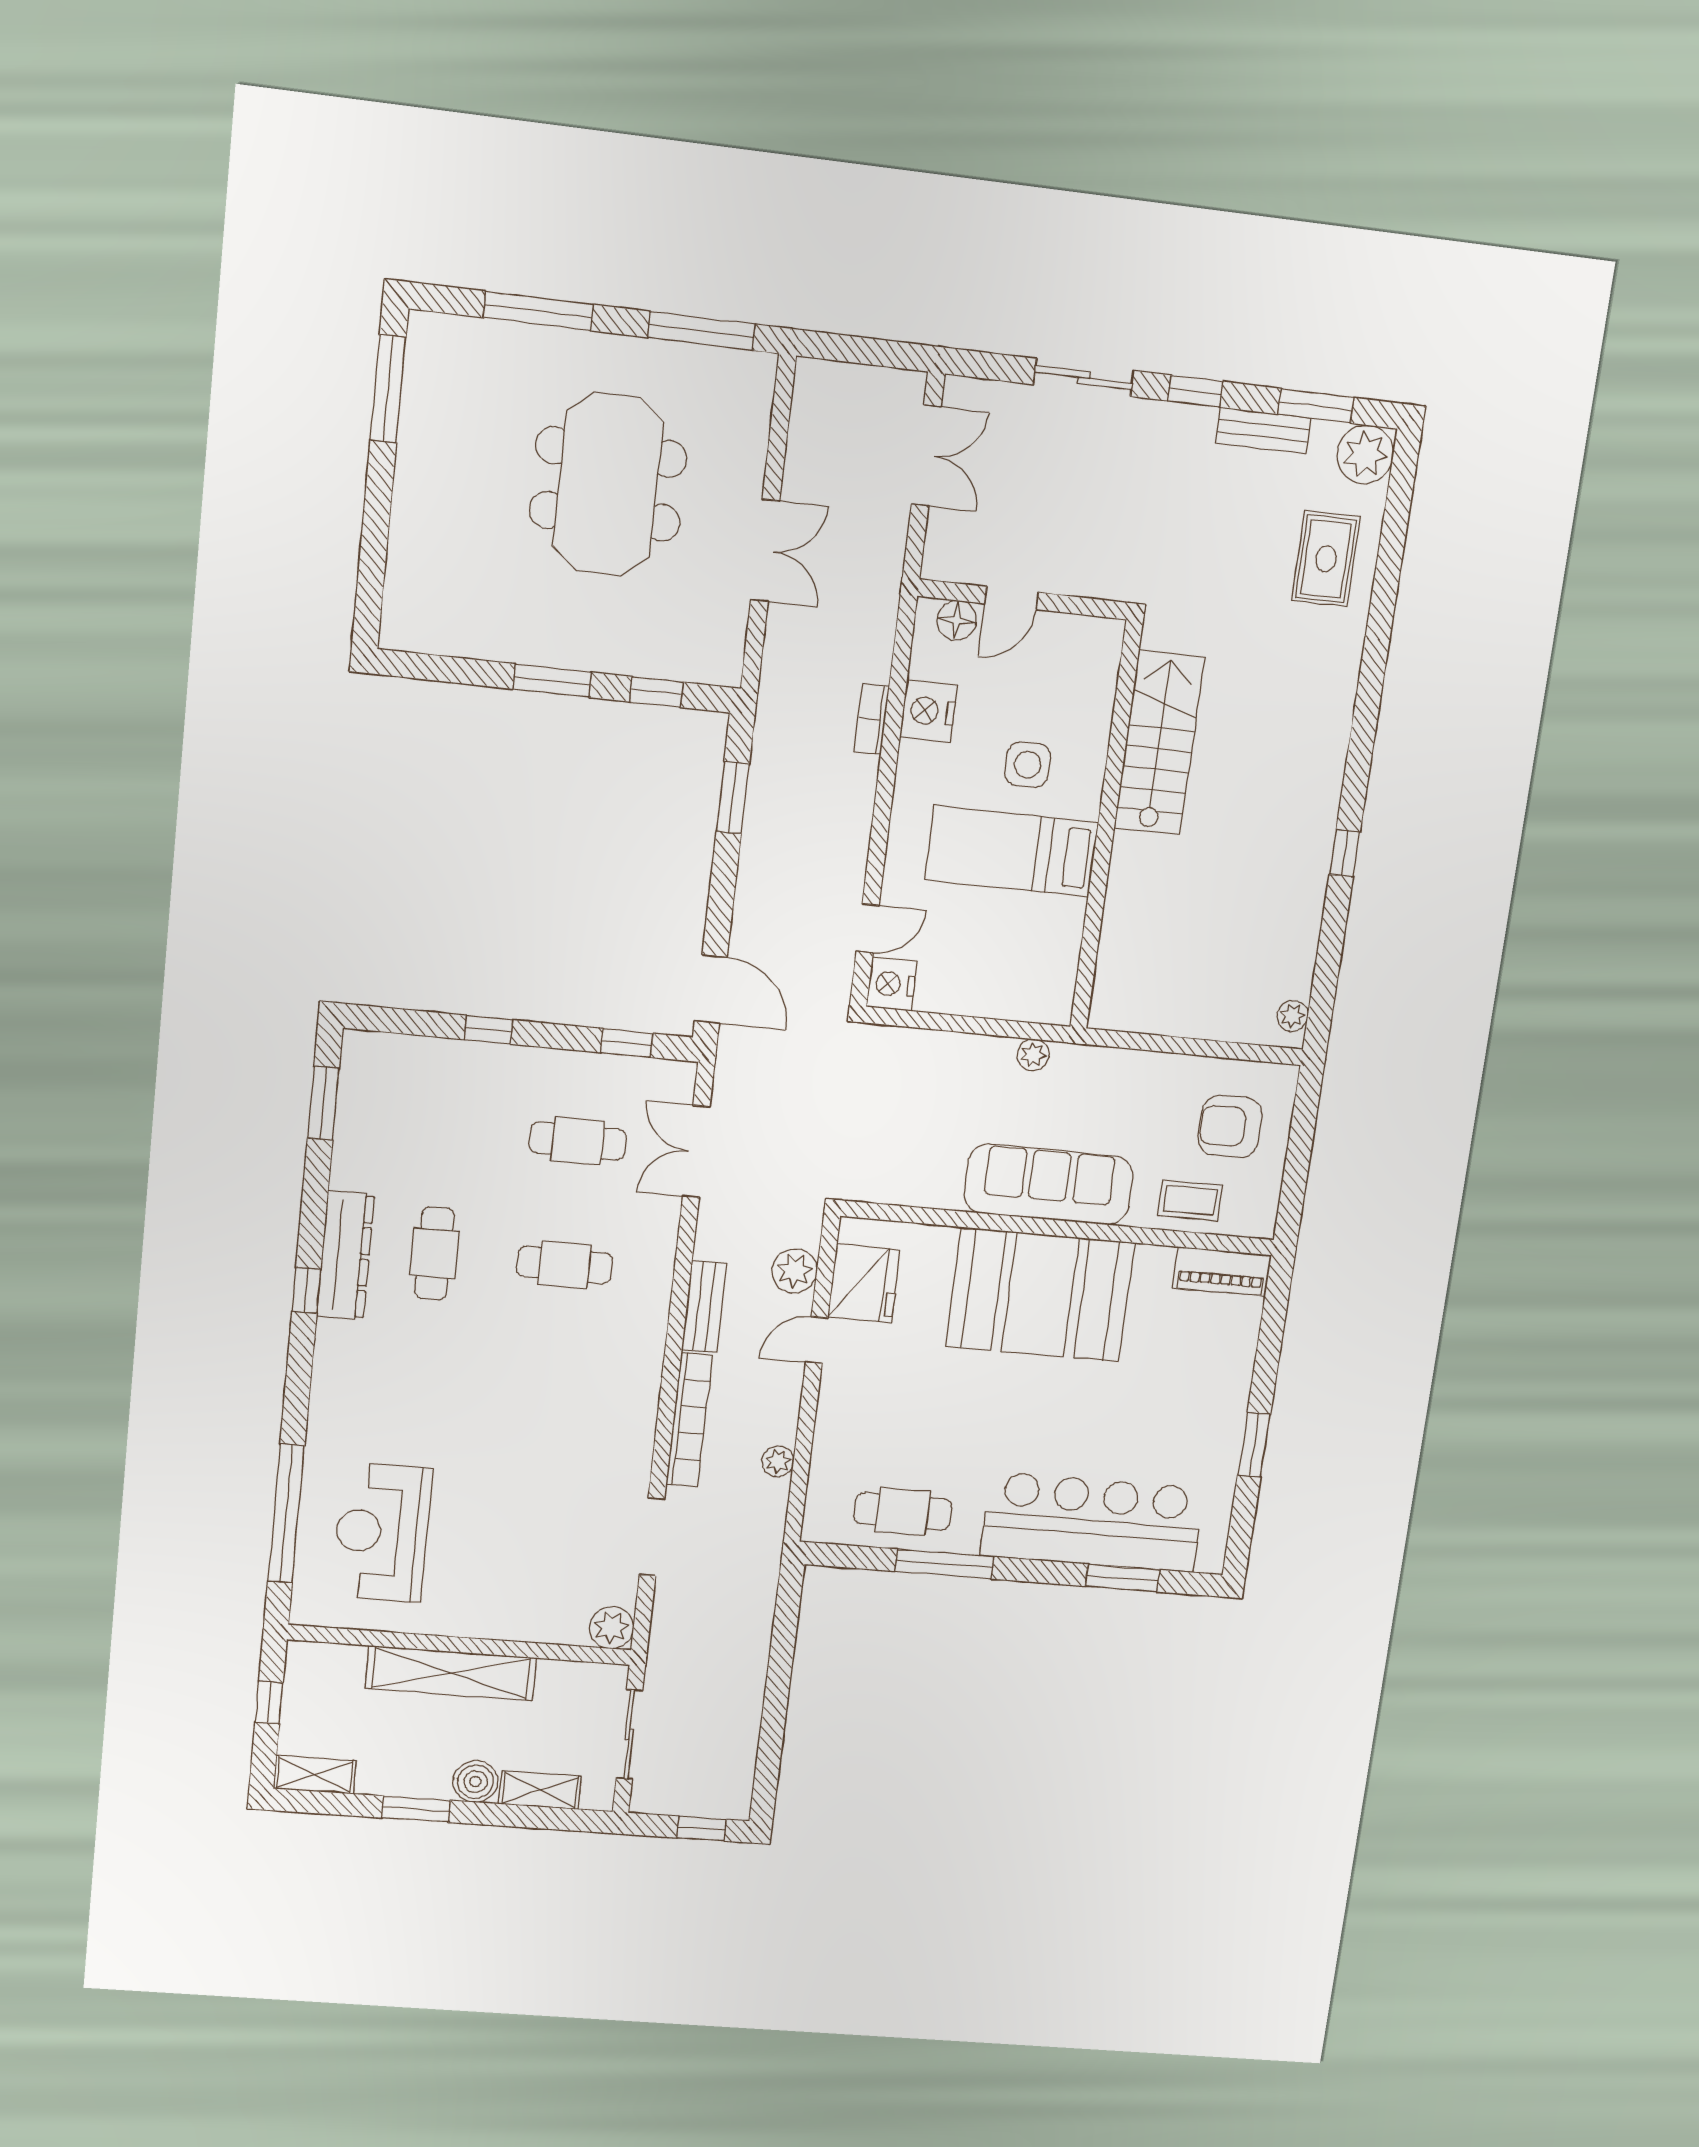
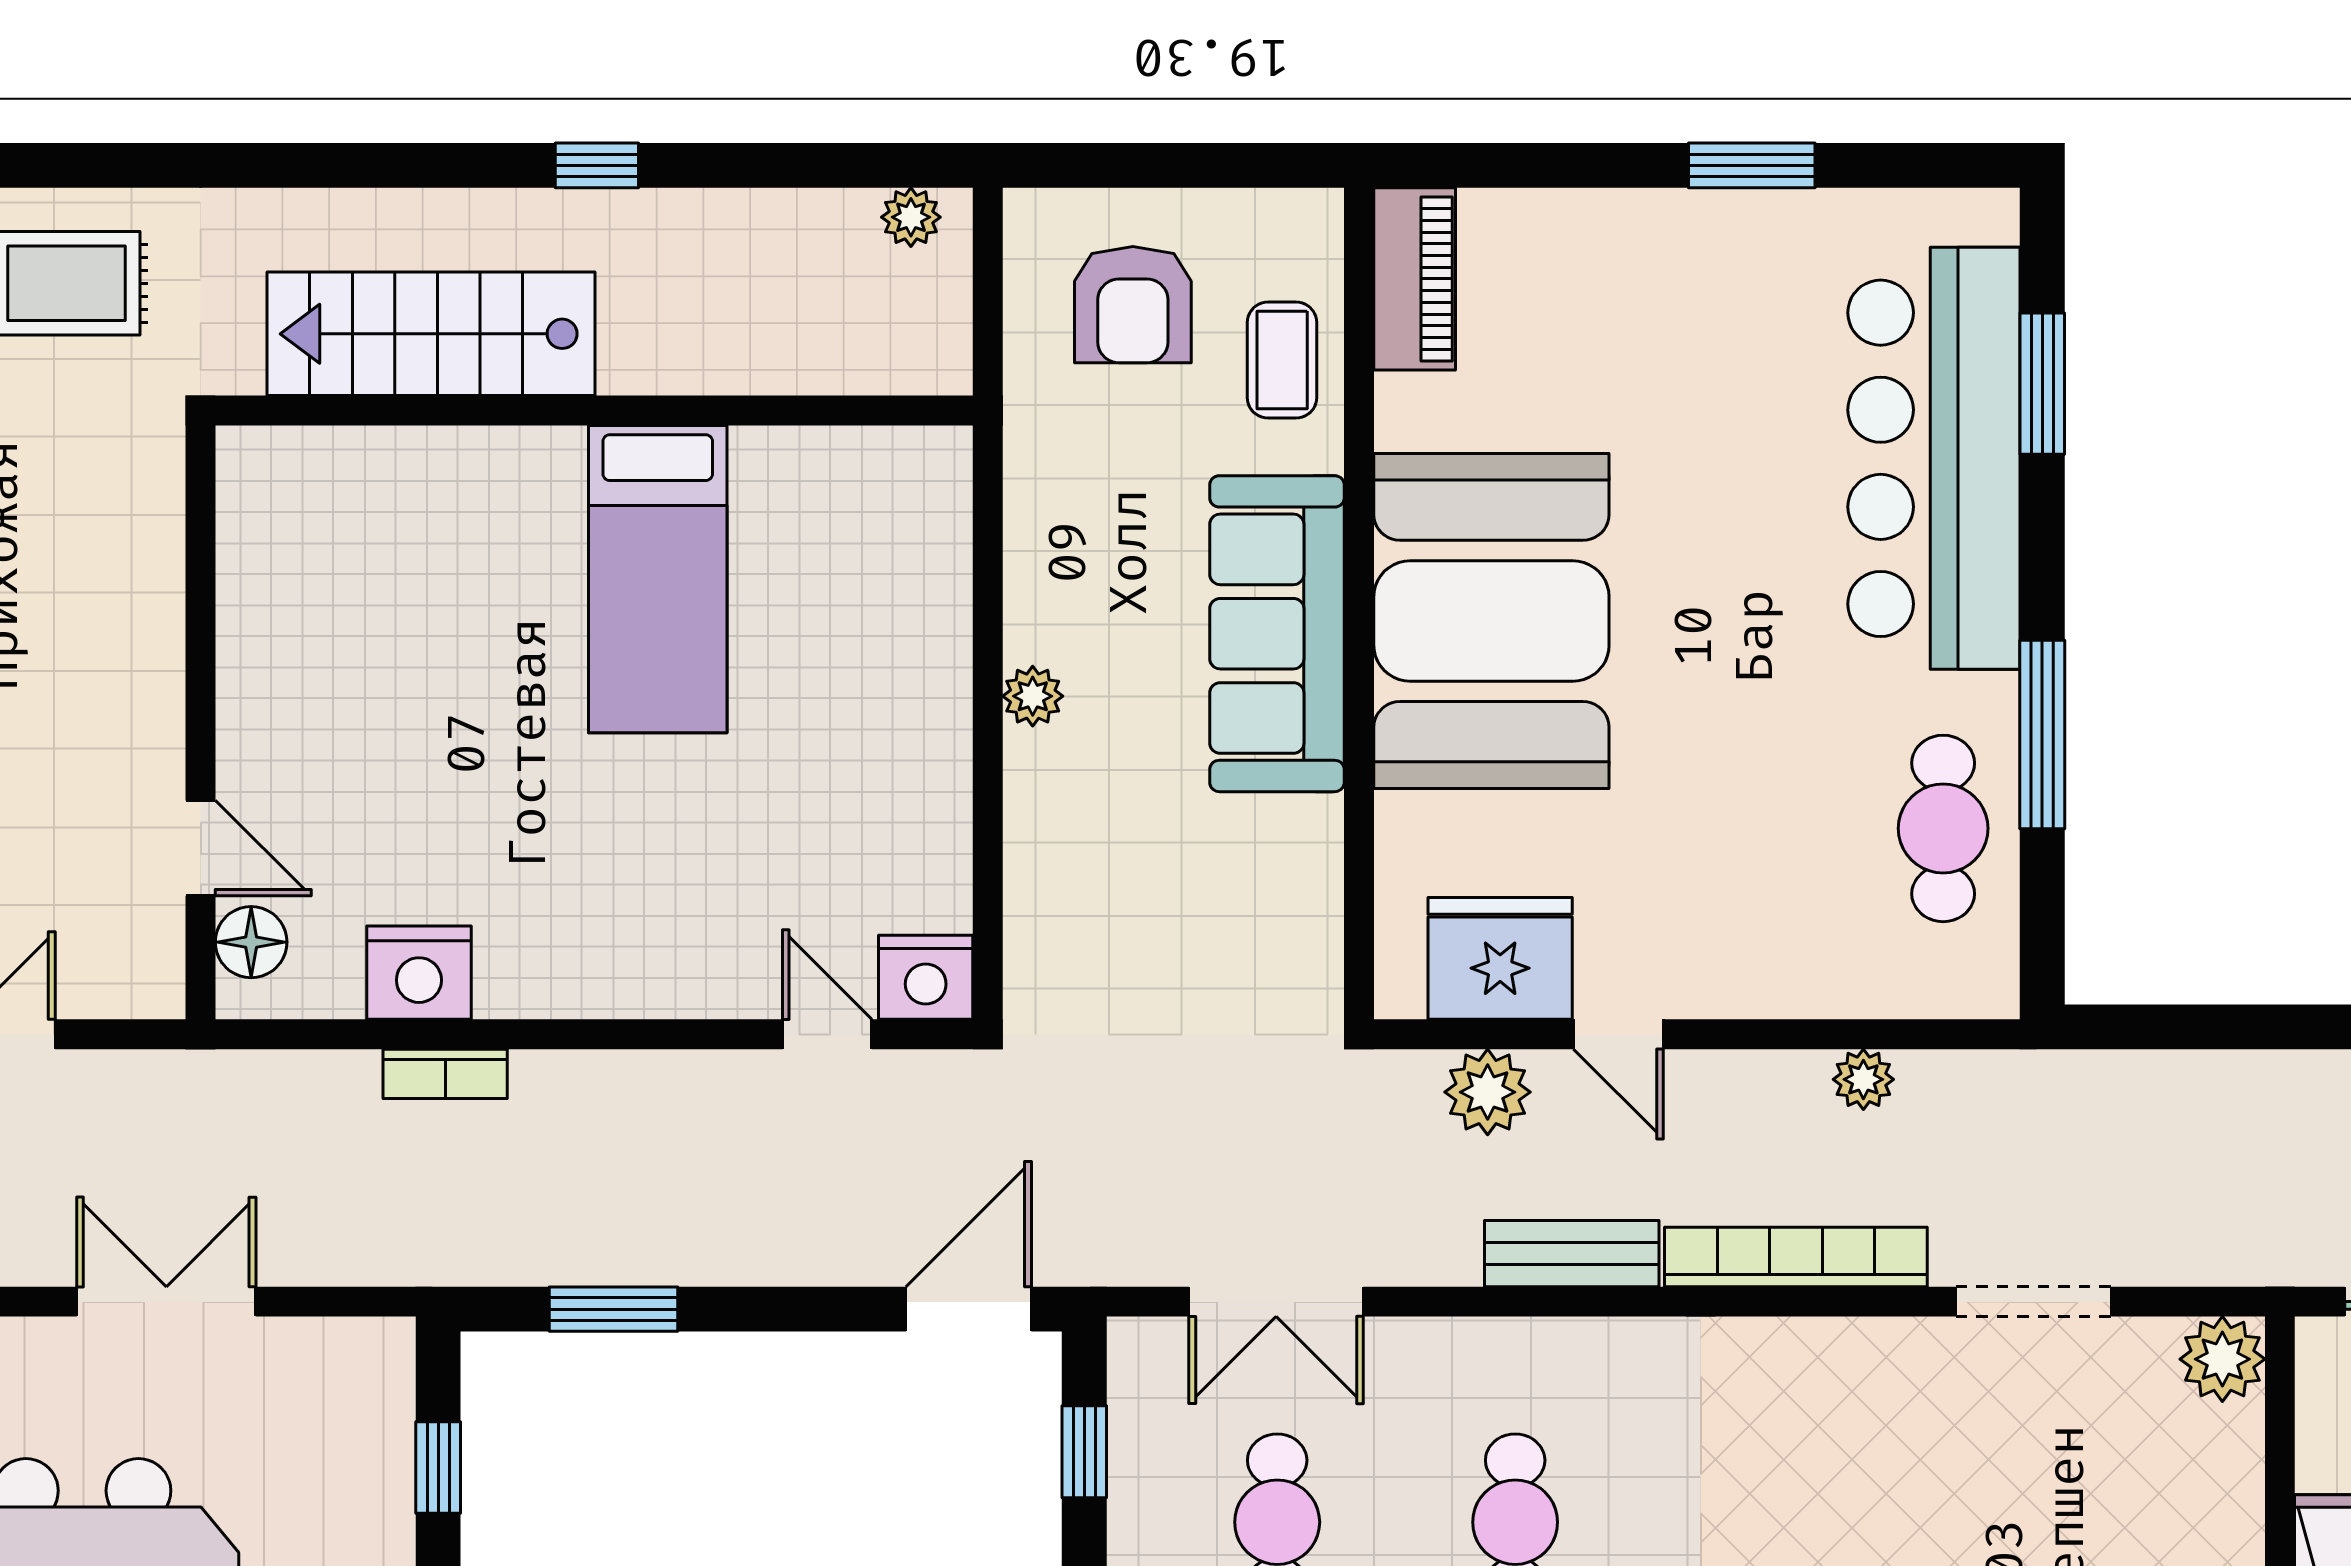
stairs: (1159, 743) -> (431, 334), moved
side table: (1028, 765) -> (496, 779), removed
wall: (1106, 827) -> (594, 410), moved
bed: (1012, 851) -> (658, 579), moved

